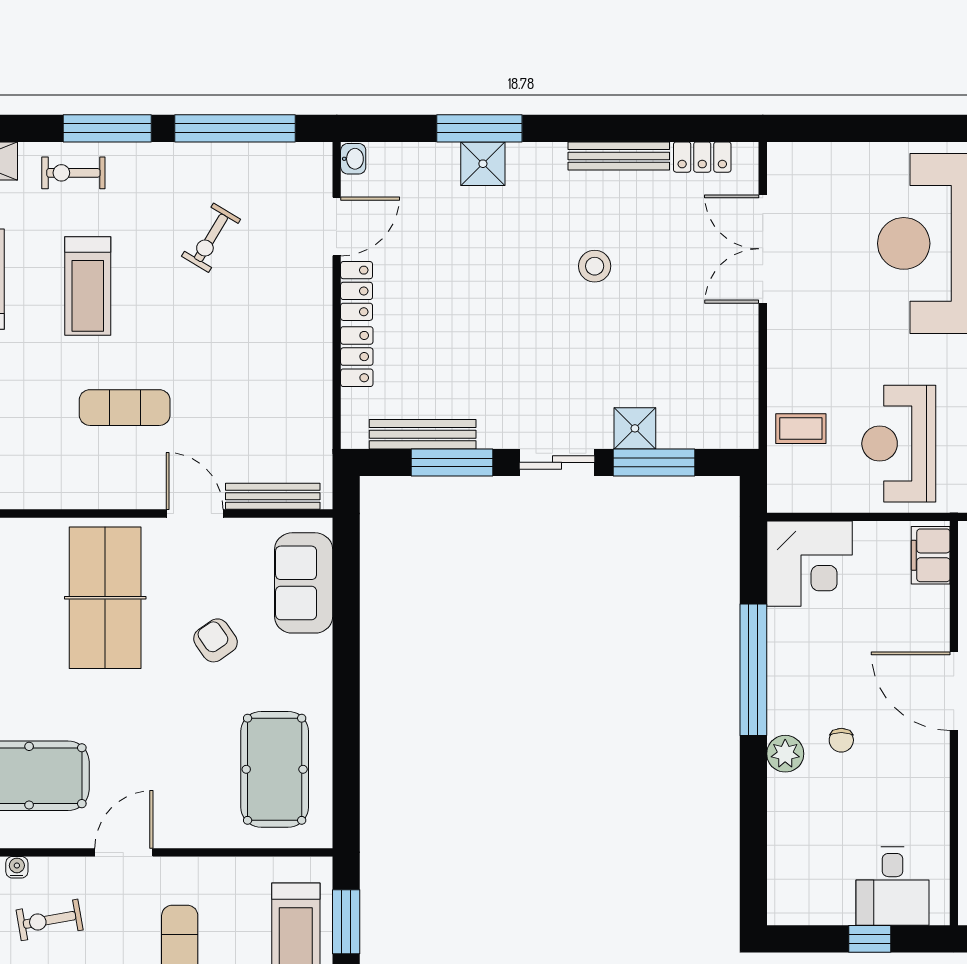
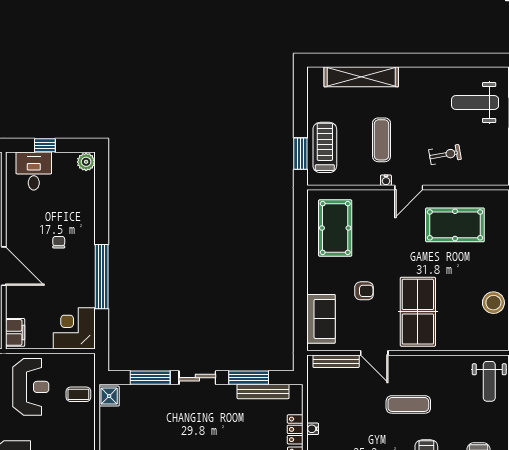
water cooler: (321, 358) -> (313, 429), added
shower: (635, 428) -> (109, 396), moved
armchair: (216, 640) -> (364, 291), turned -55
plant: (785, 754) -> (86, 162), moved
water cooler: (17, 867) -> (386, 180), moved

